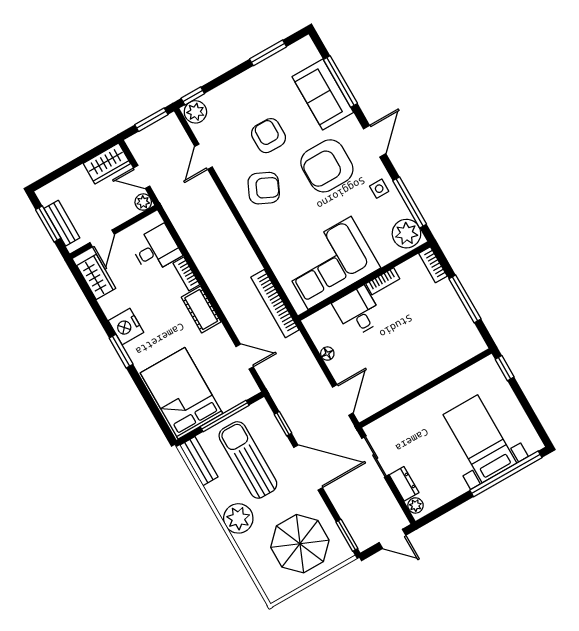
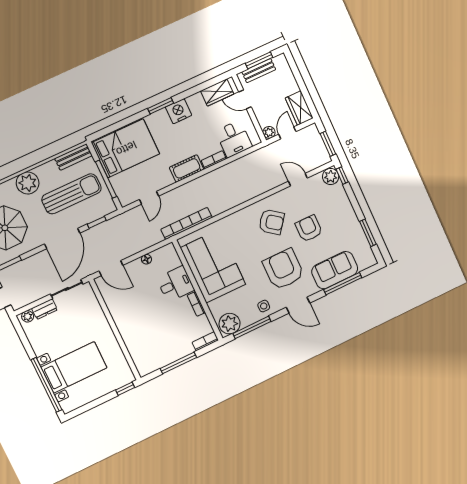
armchair: (269, 136) -> (309, 228), turned -90
armchair: (264, 188) -> (271, 222), turned -78

